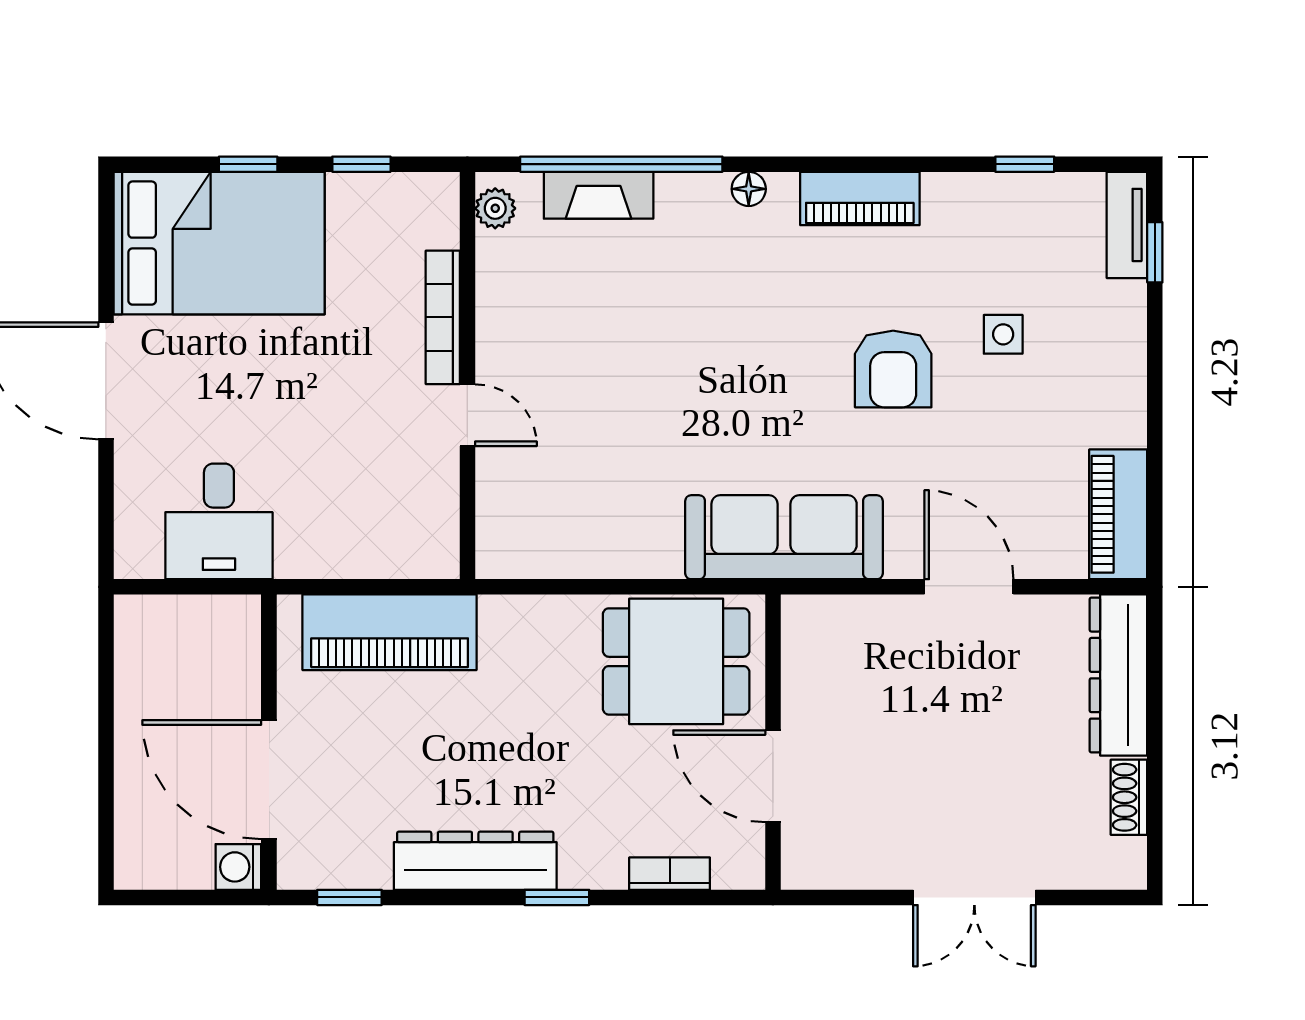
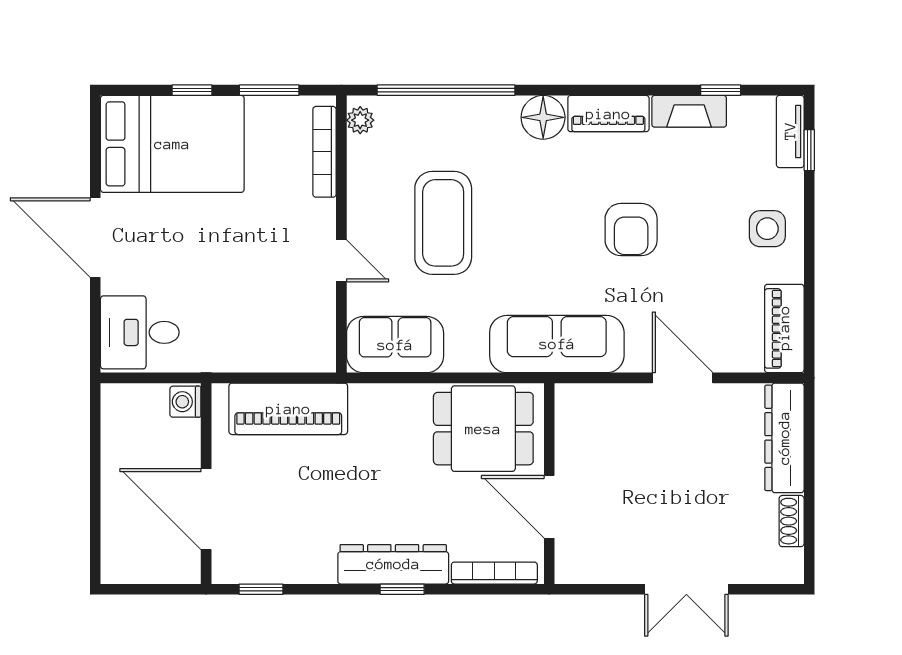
window: (361, 164) -> (269, 90), width x1.50
floor lamp: (749, 189) -> (543, 117), width x1.89, depth x1.89
fireplace: (599, 195) -> (689, 111), moved
bookcase: (443, 317) -> (325, 152), moved
side table: (1003, 334) -> (767, 229), moved, width x1.37, depth x1.37
coffee table: (617, 359) -> (443, 223), added
desk: (219, 521) -> (140, 332), moved, turned 90
sofa: (546, 538) -> (395, 345), added
dresser: (475, 861) -> (393, 564), moved
washing machine: (238, 867) -> (185, 402), moved
bookcase: (670, 874) -> (494, 573), width x1.56

